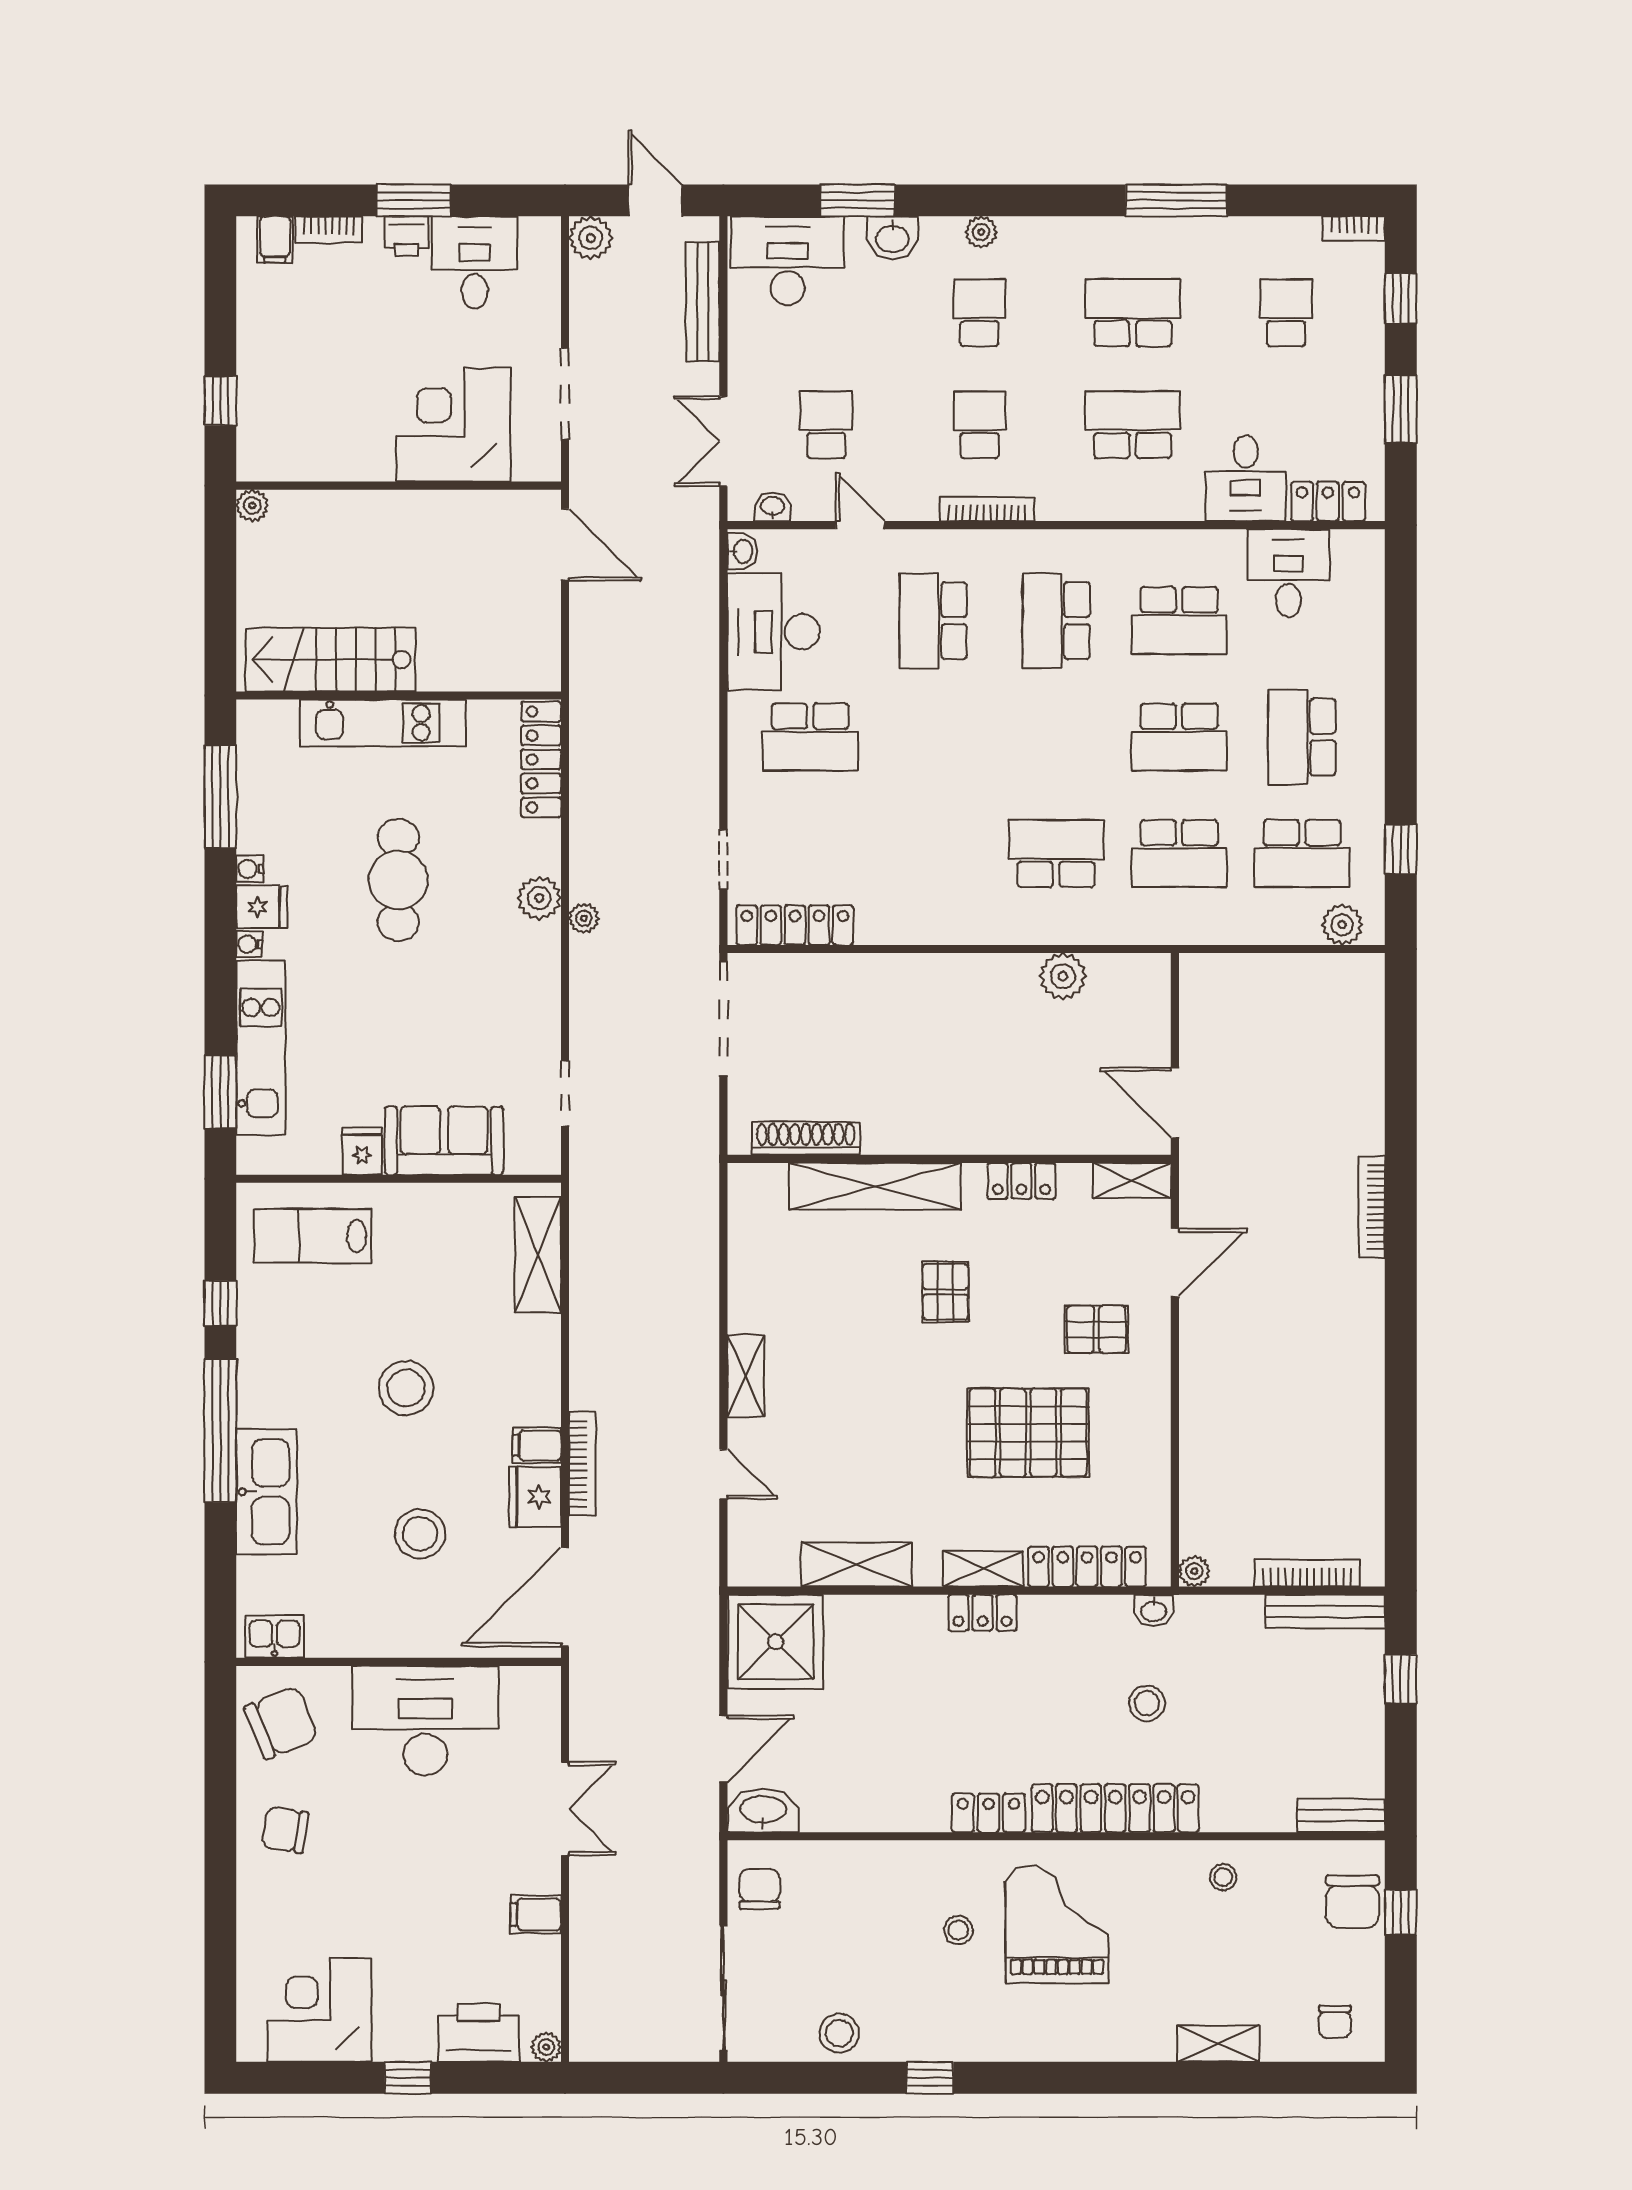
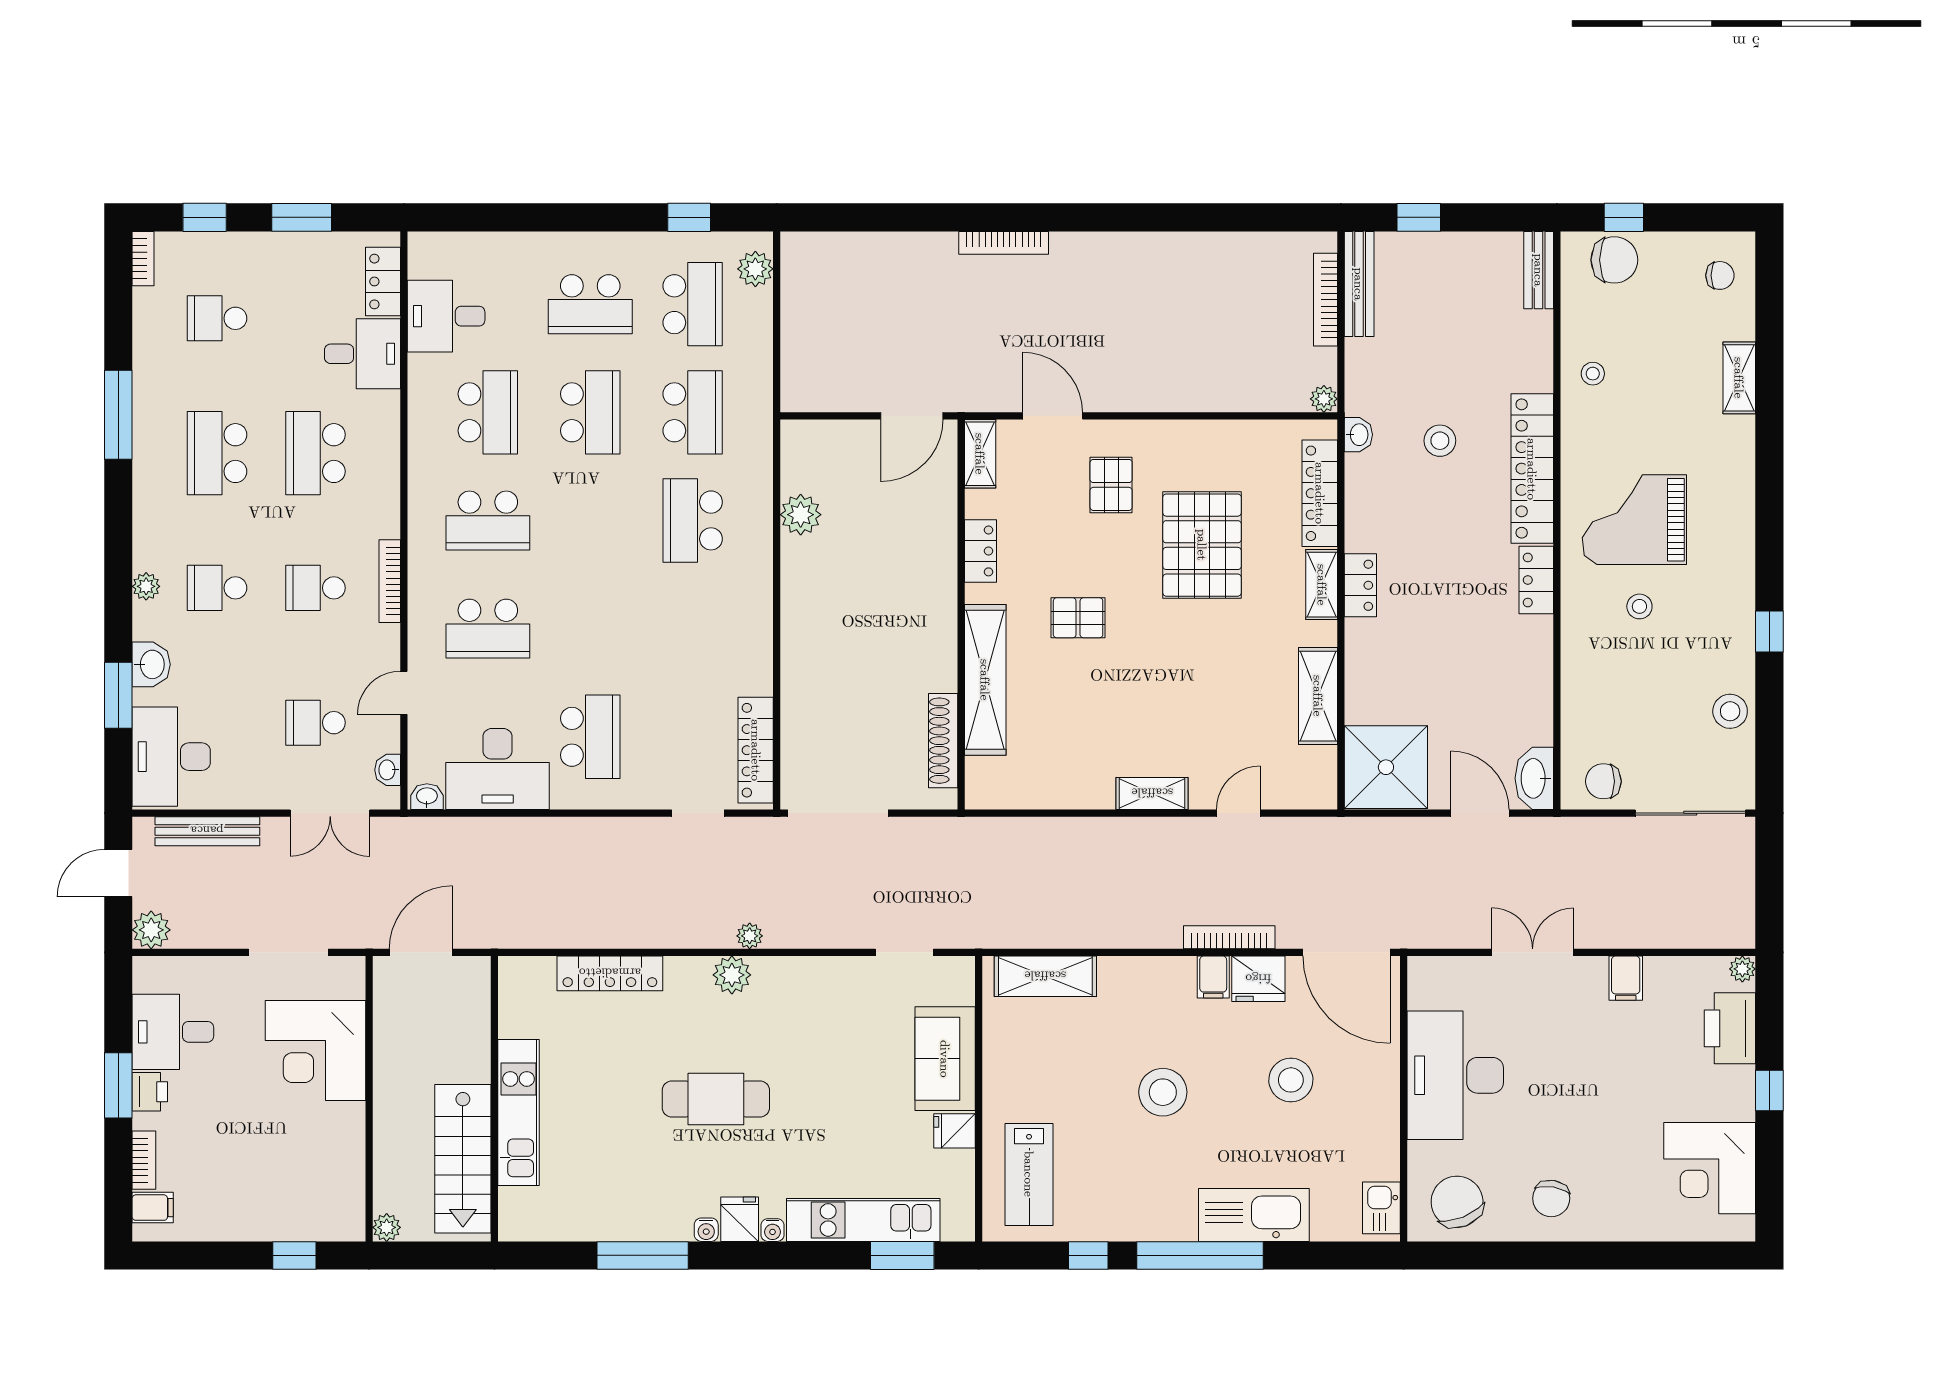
stairs: (330, 660) -> (463, 1159), moved
wall: (399, 696) -> (494, 1099), moved
kitchen unit: (383, 723) -> (519, 1113), moved

